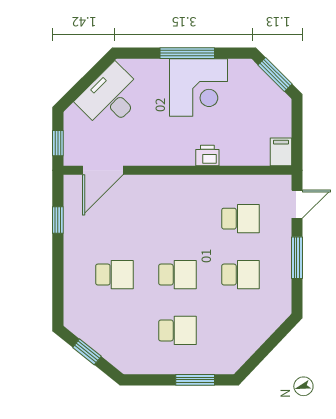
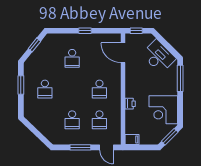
window: (187, 53) -> (180, 78), moved
corner desk: (199, 87) -> (163, 110), moved
window: (58, 220) -> (85, 31), moved
school desk: (177, 275) -> (99, 89), moved
window: (195, 380) -> (21, 85), moved

